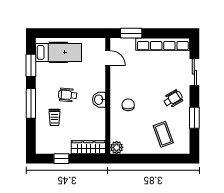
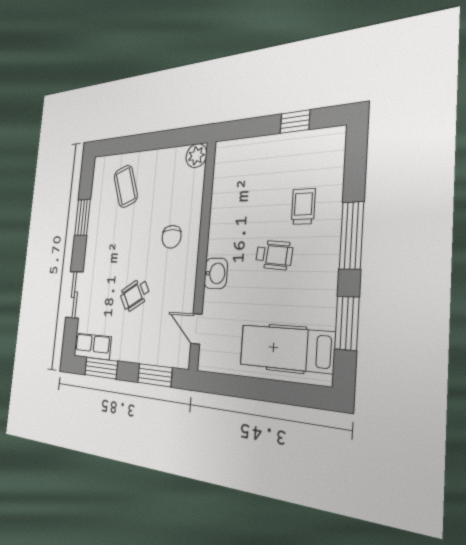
window: (168, 33) -> (101, 368), added
row of seats: (163, 44) -> (92, 346), width x0.50
wheelchair: (173, 99) -> (135, 295), moved
washbasin: (99, 100) -> (216, 273), moved
wardrobe: (88, 147) -> (244, 151), removed

